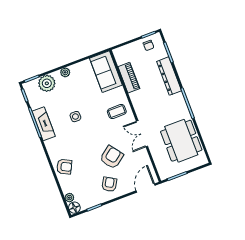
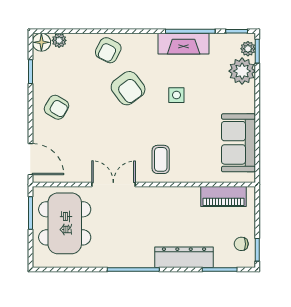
plant: (65, 72) -> (248, 49), moved
sofa: (106, 72) -> (239, 143), moved, turned -90
piano: (129, 78) -> (223, 196), moved
dining table: (181, 141) -> (65, 223), moved, turned 90
armchair: (112, 157) -> (128, 88), moved

